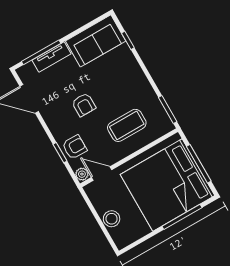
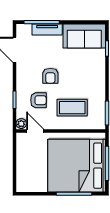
armchair: (75, 147) -> (38, 100), moved
stool: (112, 219) -> (24, 167), removed

